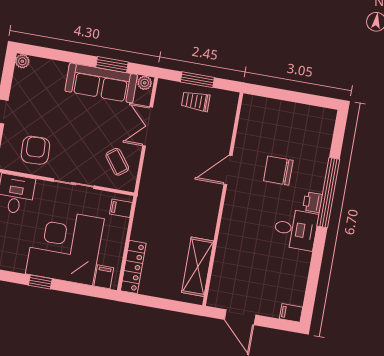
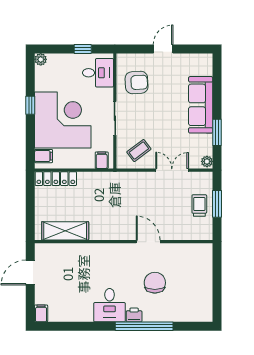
plant: (22, 61) -> (207, 59), removed
sofa: (101, 83) -> (201, 105), moved

